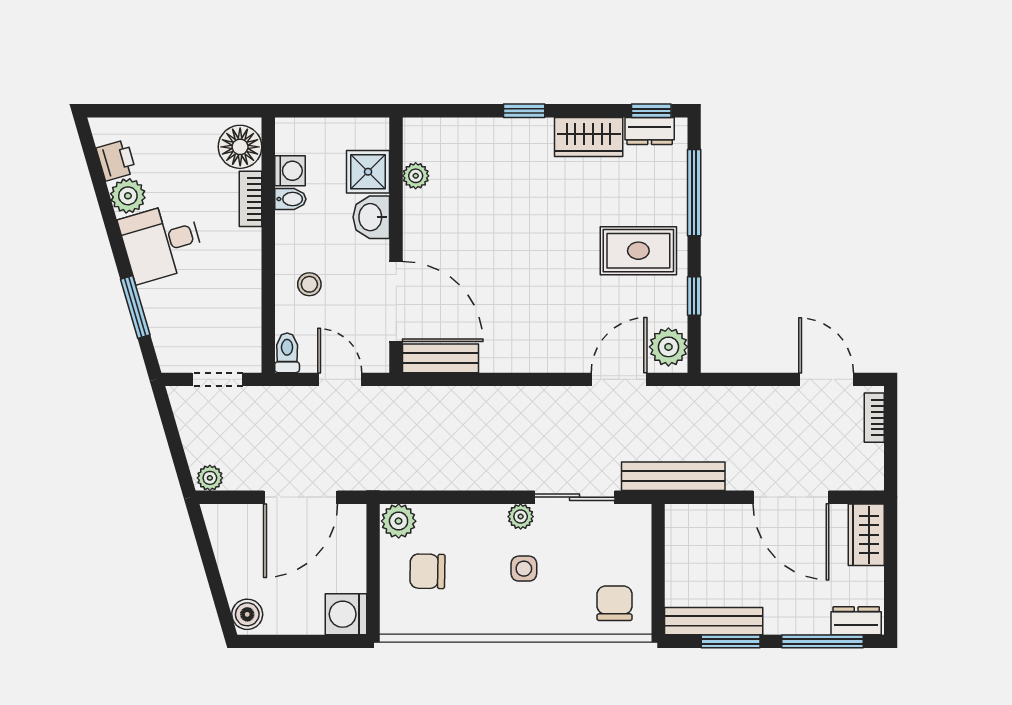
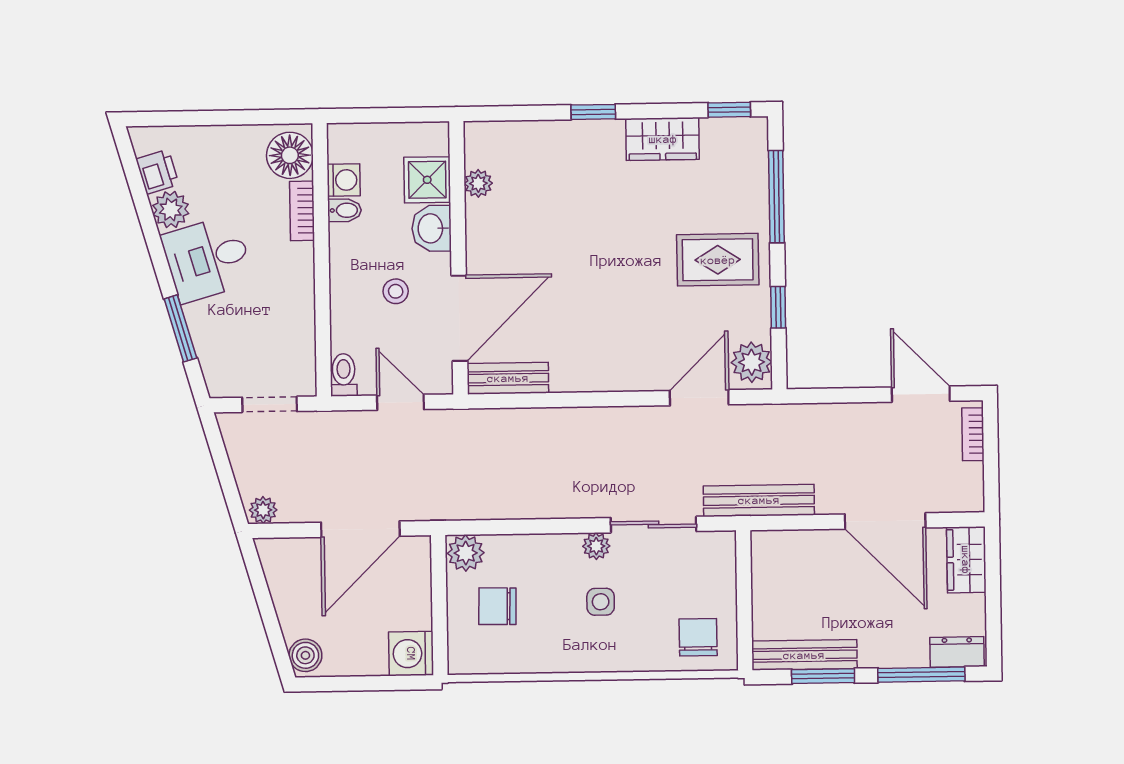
dresser: (650, 131) -> (728, 131), removed
stool: (309, 284) -> (396, 291), moved
door: (396, 302) -> (459, 318), hinge flipped

